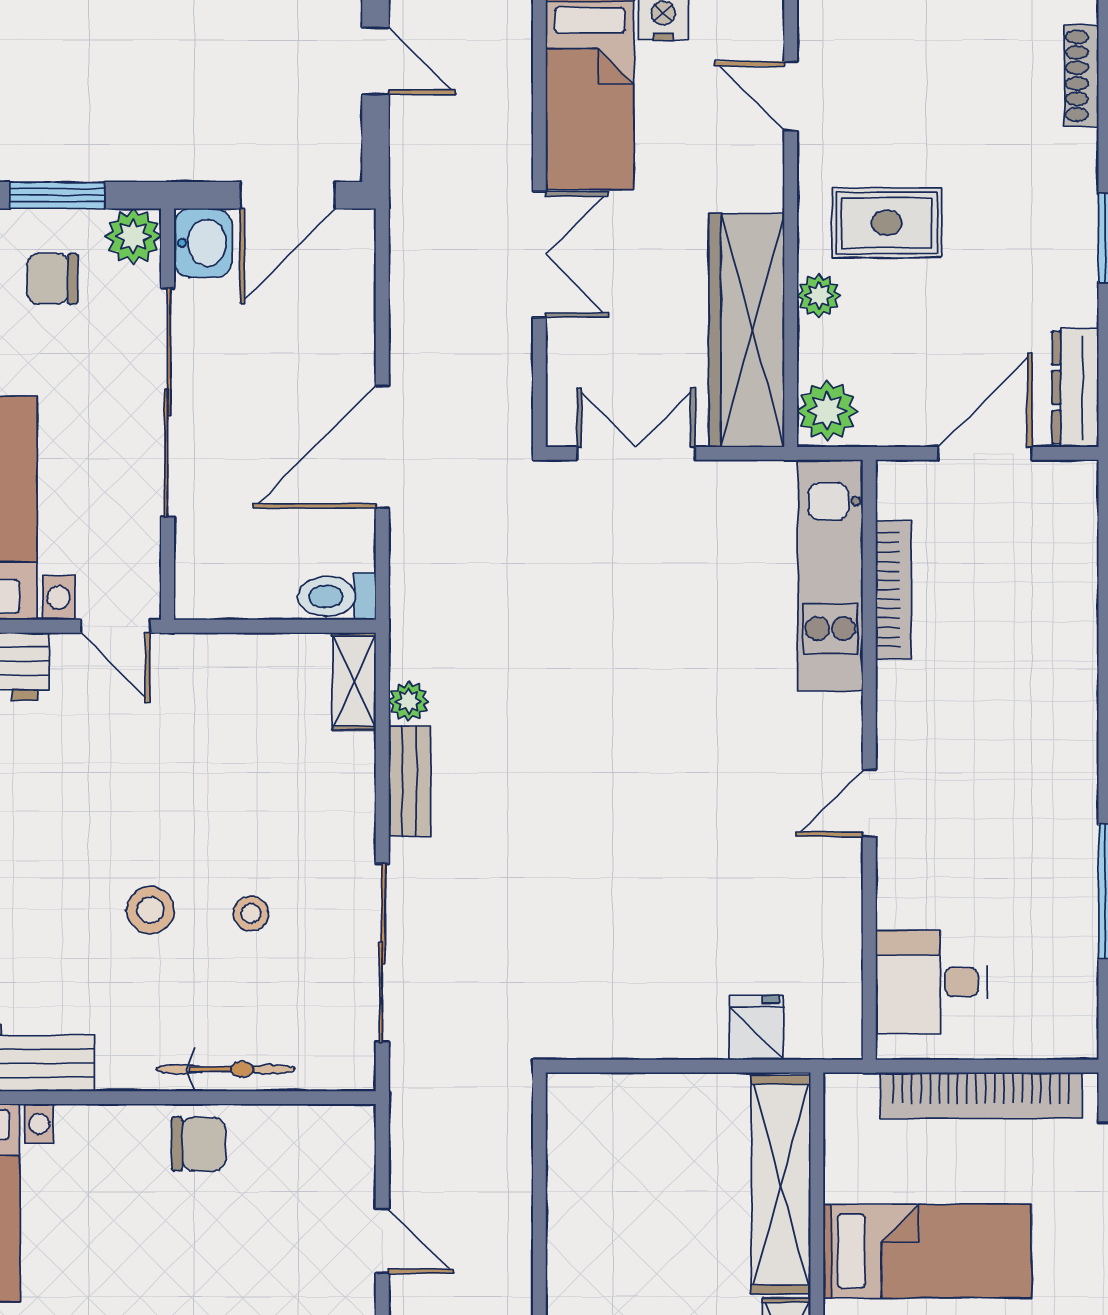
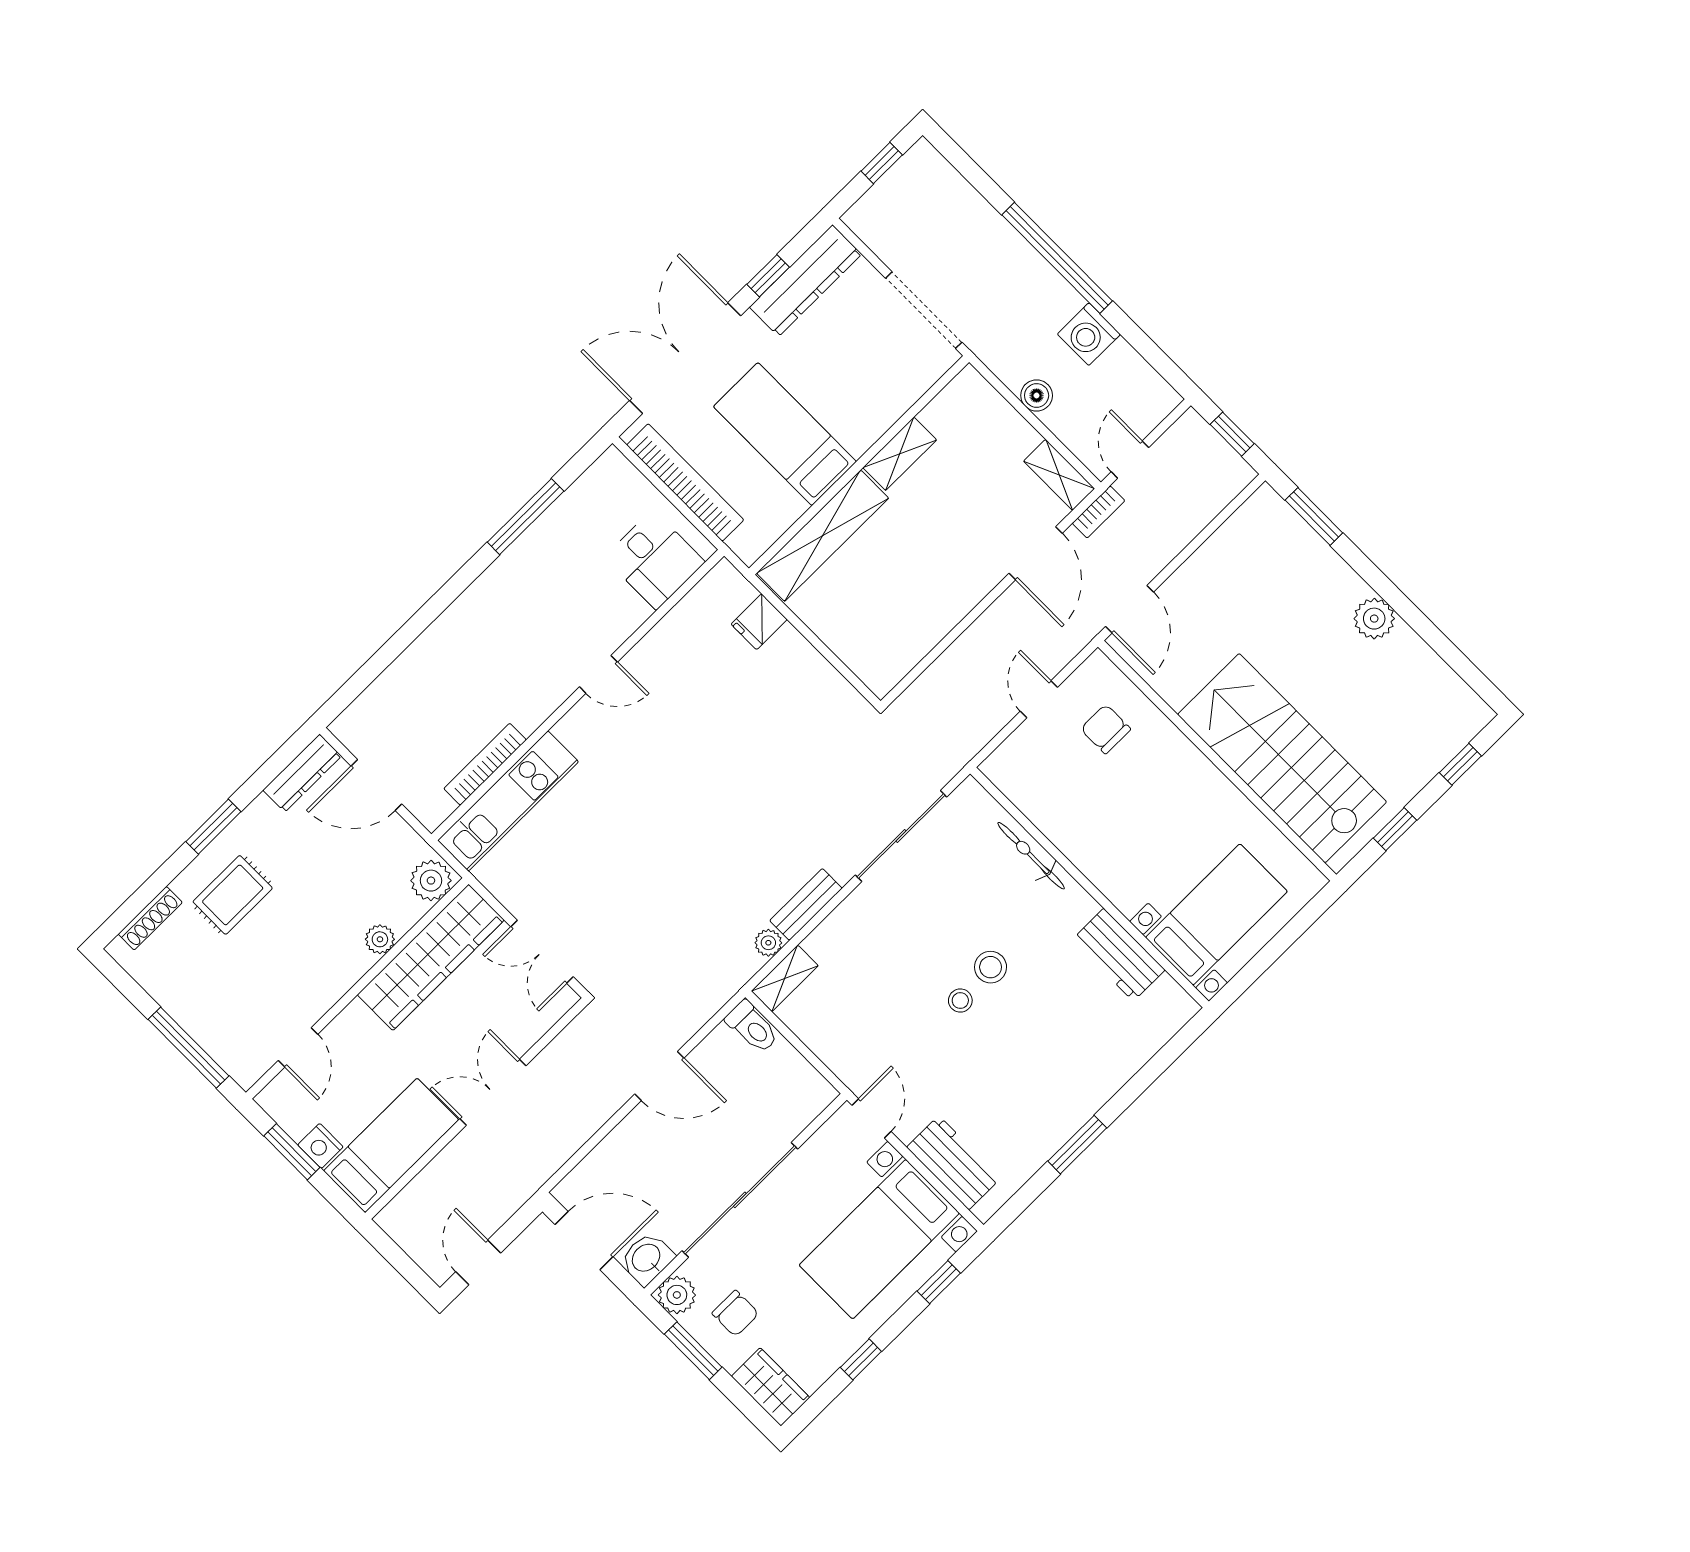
rug: (887, 223) -> (233, 895), moved, turned 90
door: (382, 447) -> (659, 1076), width x0.73
stool: (251, 913) -> (960, 1001), moved
chair: (198, 1144) -> (1106, 729), moved

